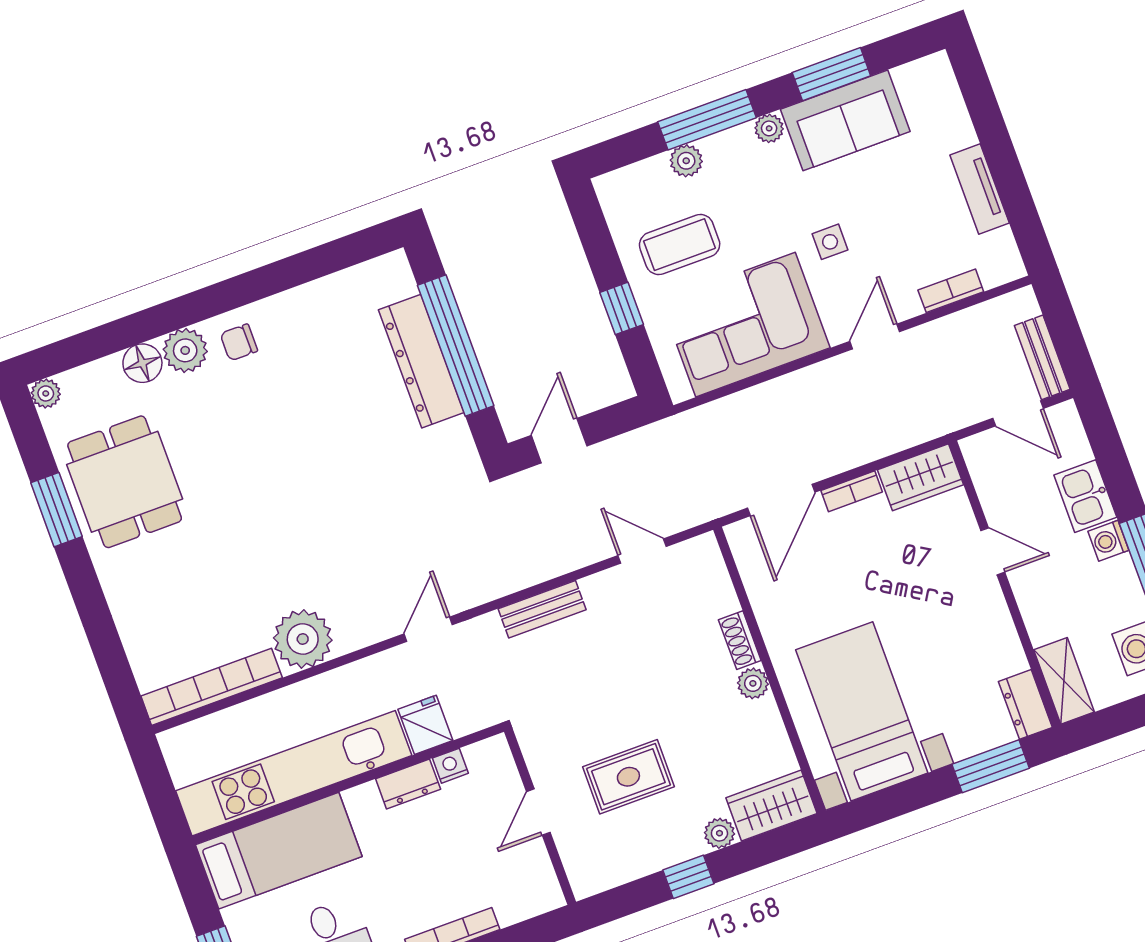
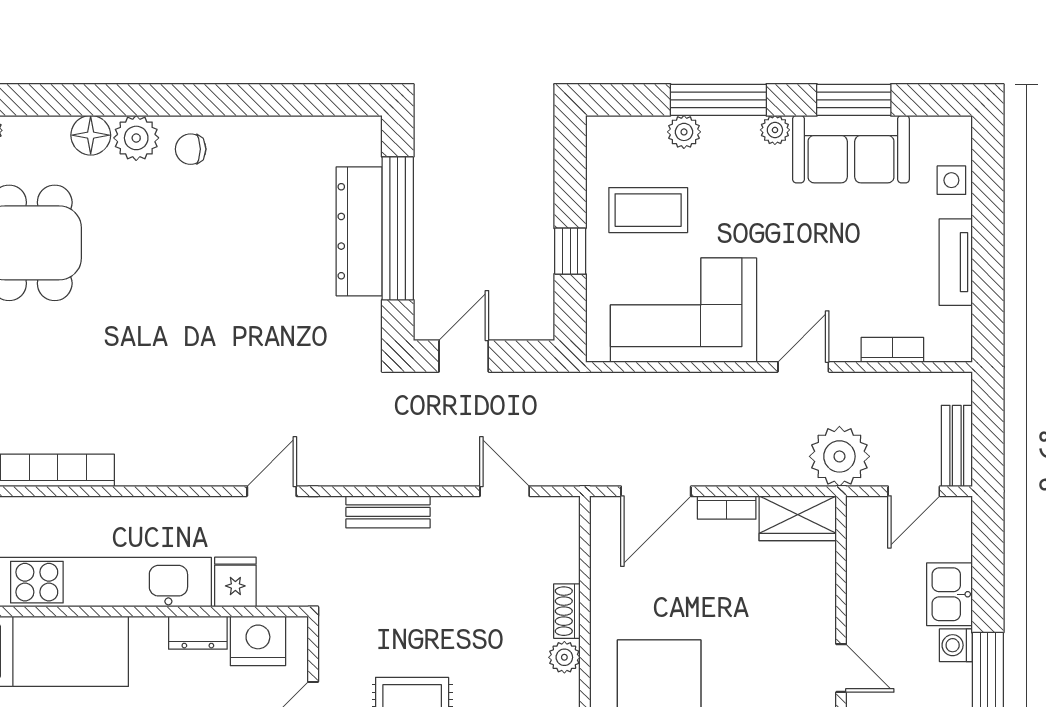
side table: (830, 242) -> (951, 180), moved
door: (1018, 413) -> (914, 491), hinge flipped
door: (993, 551) -> (841, 668), moved
plant: (303, 639) -> (839, 456), moved
nightstand: (450, 766) -> (258, 641), width x1.89, depth x1.79

